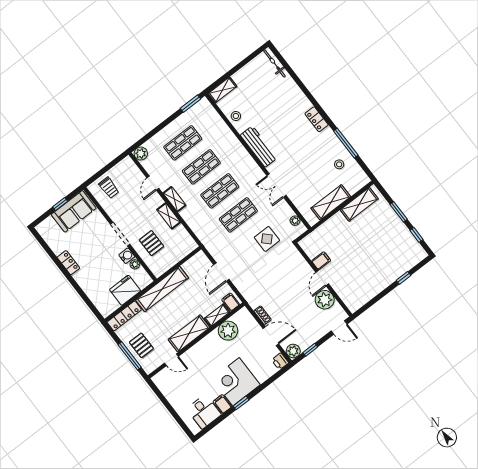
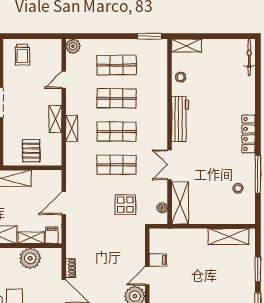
locker: (317, 119) -> (249, 134), width x1.53
shelving: (174, 199) -> (72, 128), moved
shelving: (331, 202) -> (180, 203), moved, turned 90
pallet: (151, 243) -> (31, 151), moved

